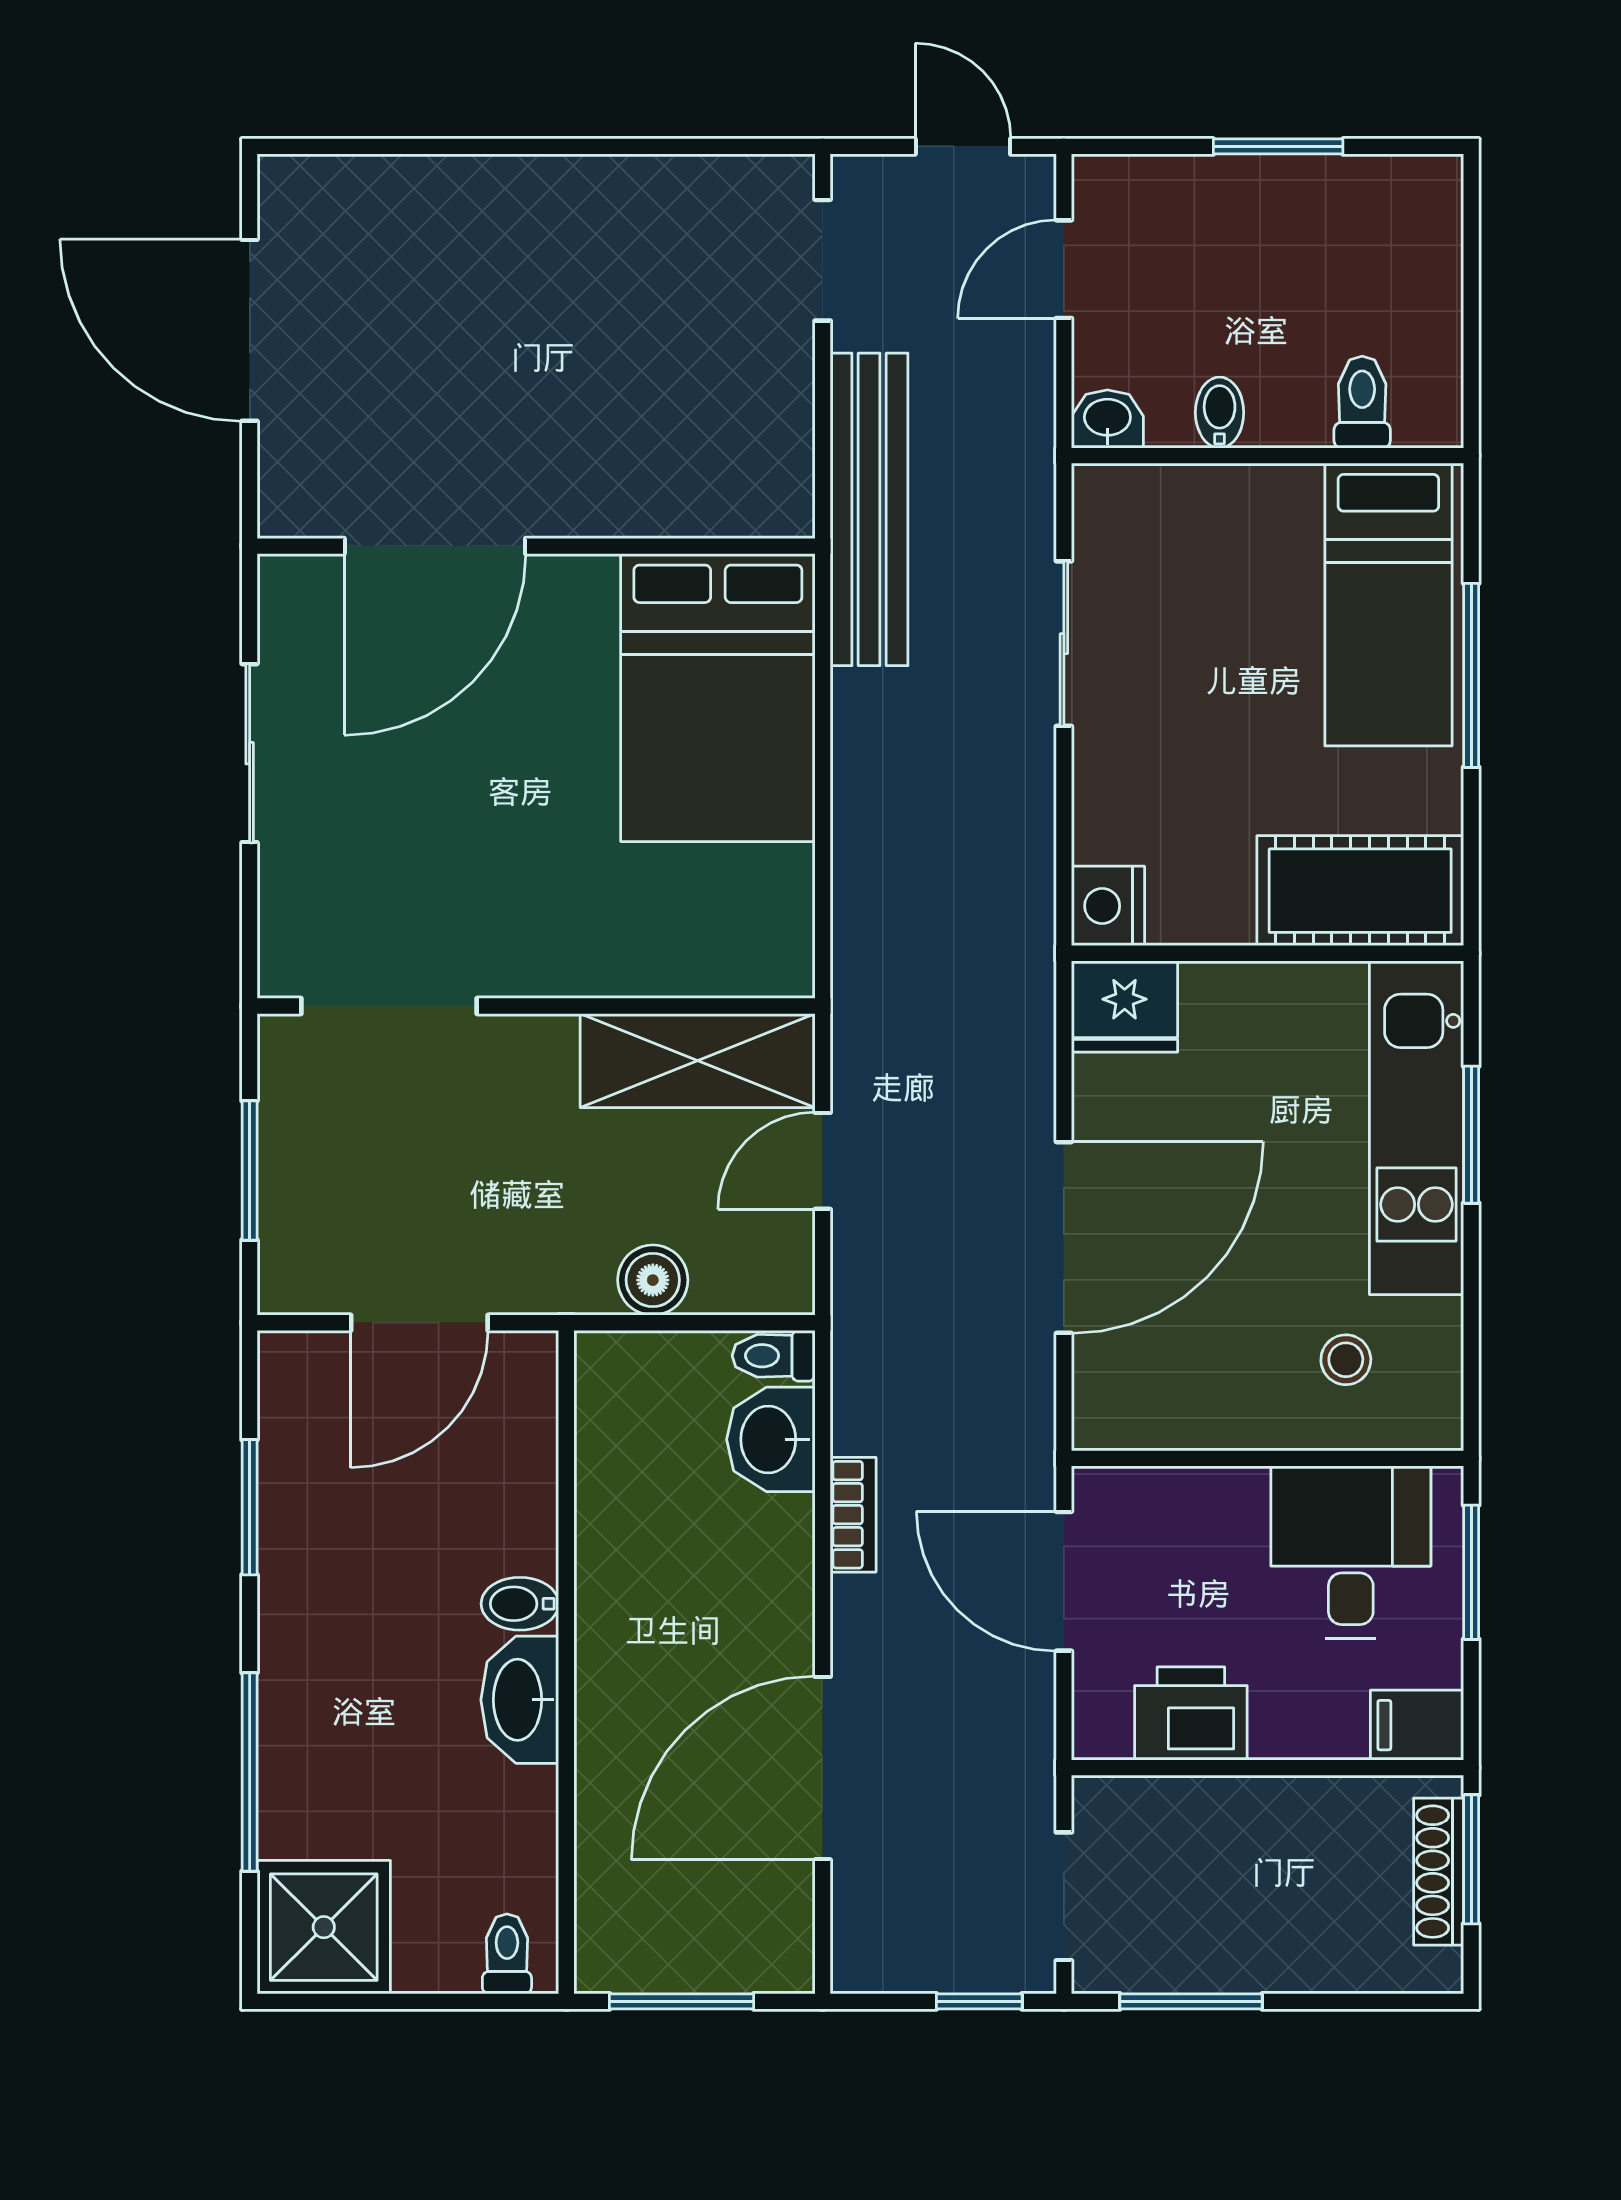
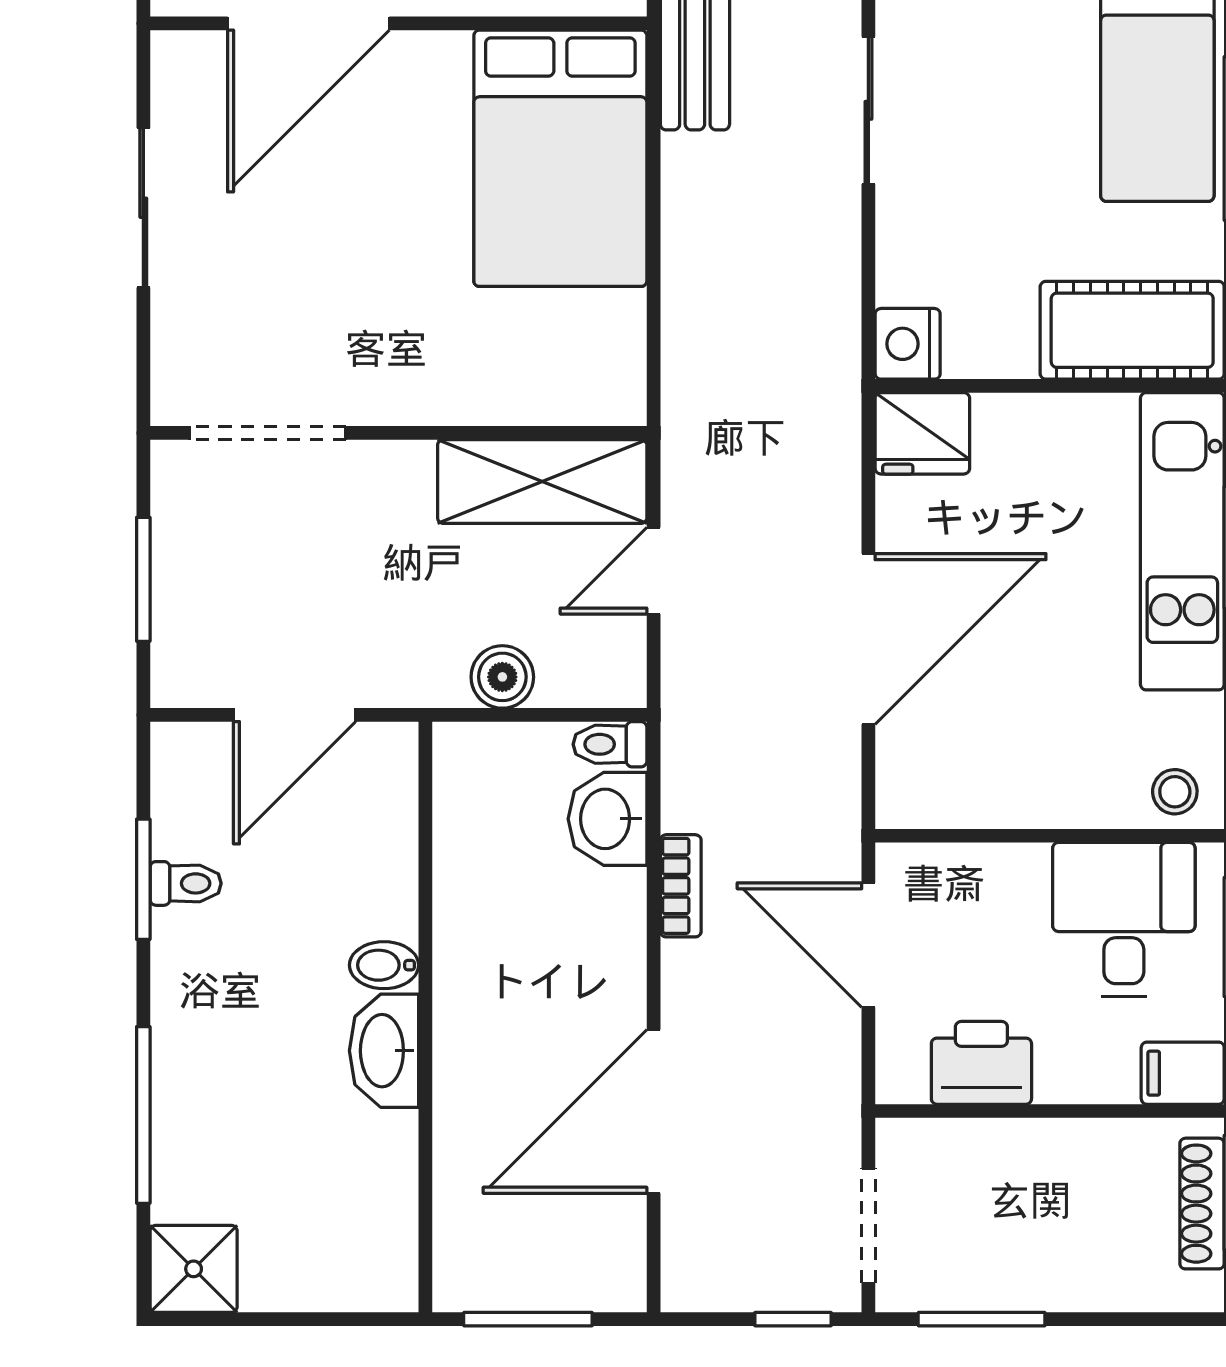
stool: (1346, 1360) -> (1175, 792), moved
shower: (324, 1927) -> (194, 1269), width x0.73, depth x0.73
toilet: (507, 1954) -> (186, 883), moved, turned 90

